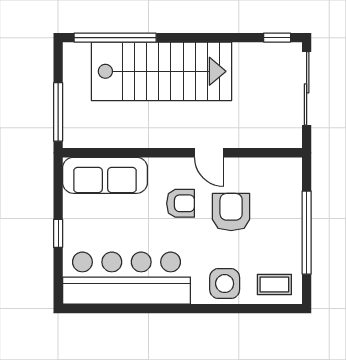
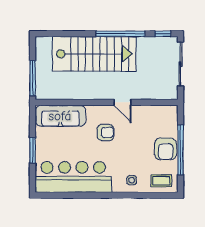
window: (115, 38) -> (120, 34), moved
armchair: (231, 212) -> (166, 149), moved, turned 180
window: (58, 233) -> (33, 150), width x1.50
side table: (225, 284) -> (132, 180), width x0.54, depth x0.54

